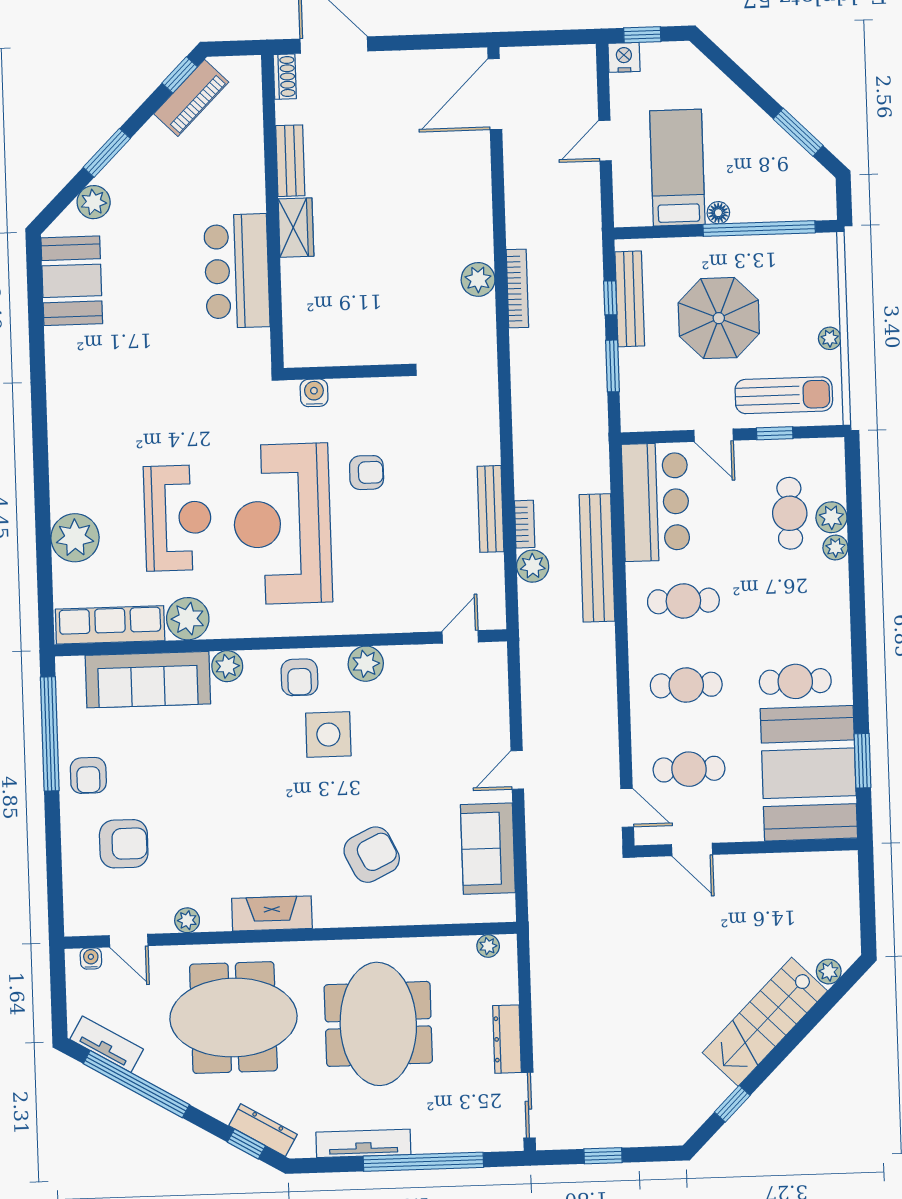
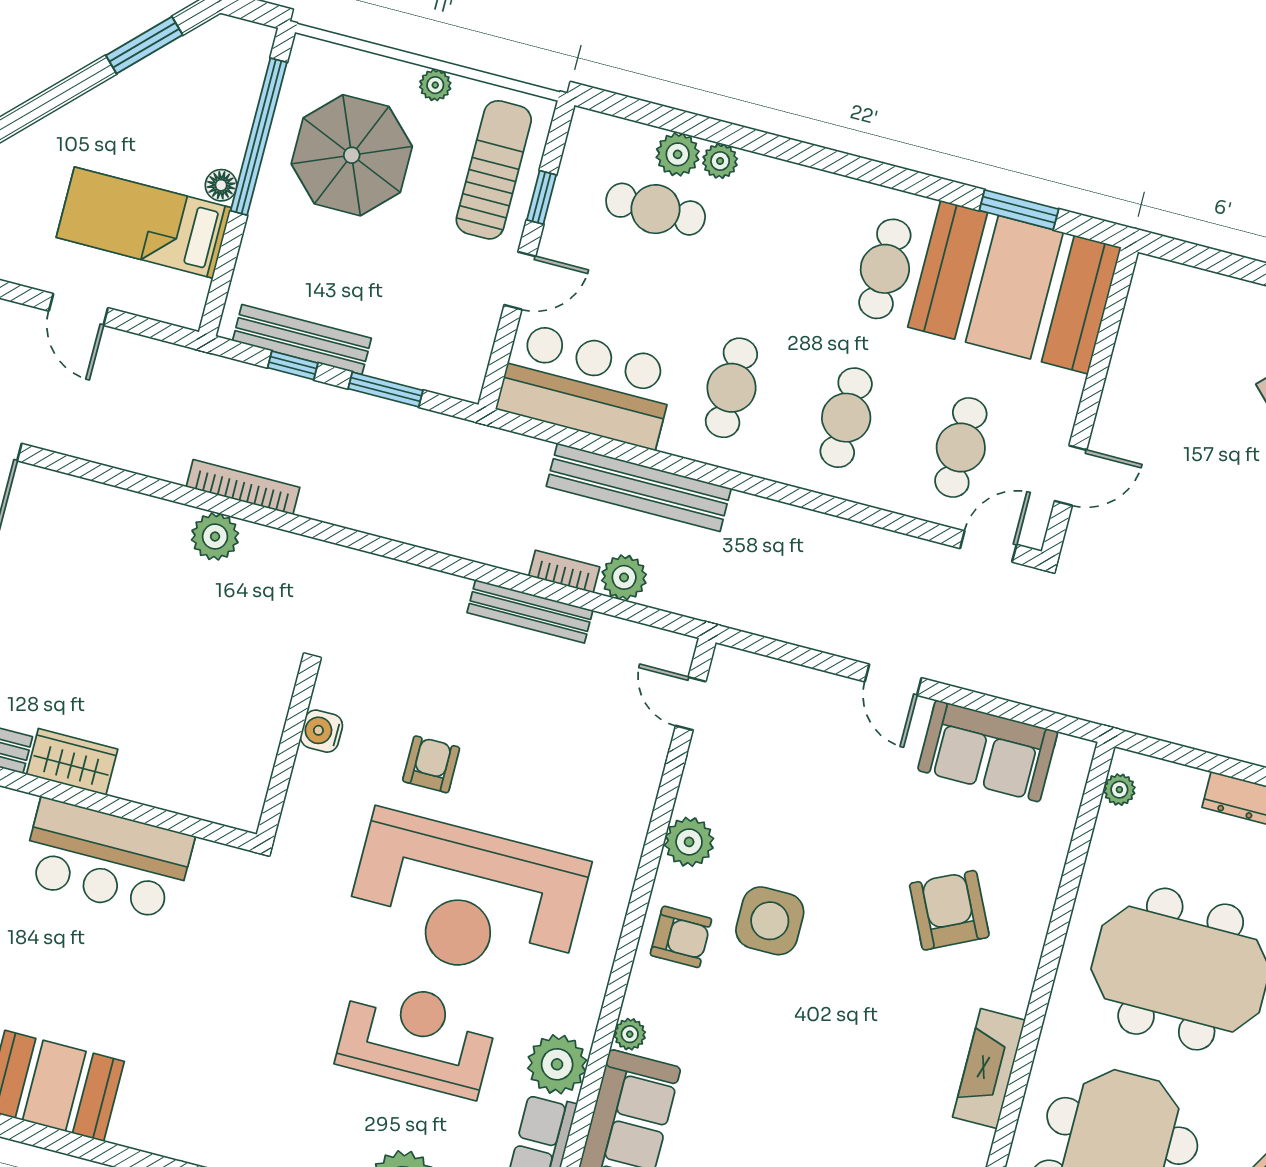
parasol: (719, 318) -> (352, 155), moved
water cooler: (314, 393) -> (321, 731), moved
plant: (227, 666) -> (630, 1034), width x0.73, depth x0.73

